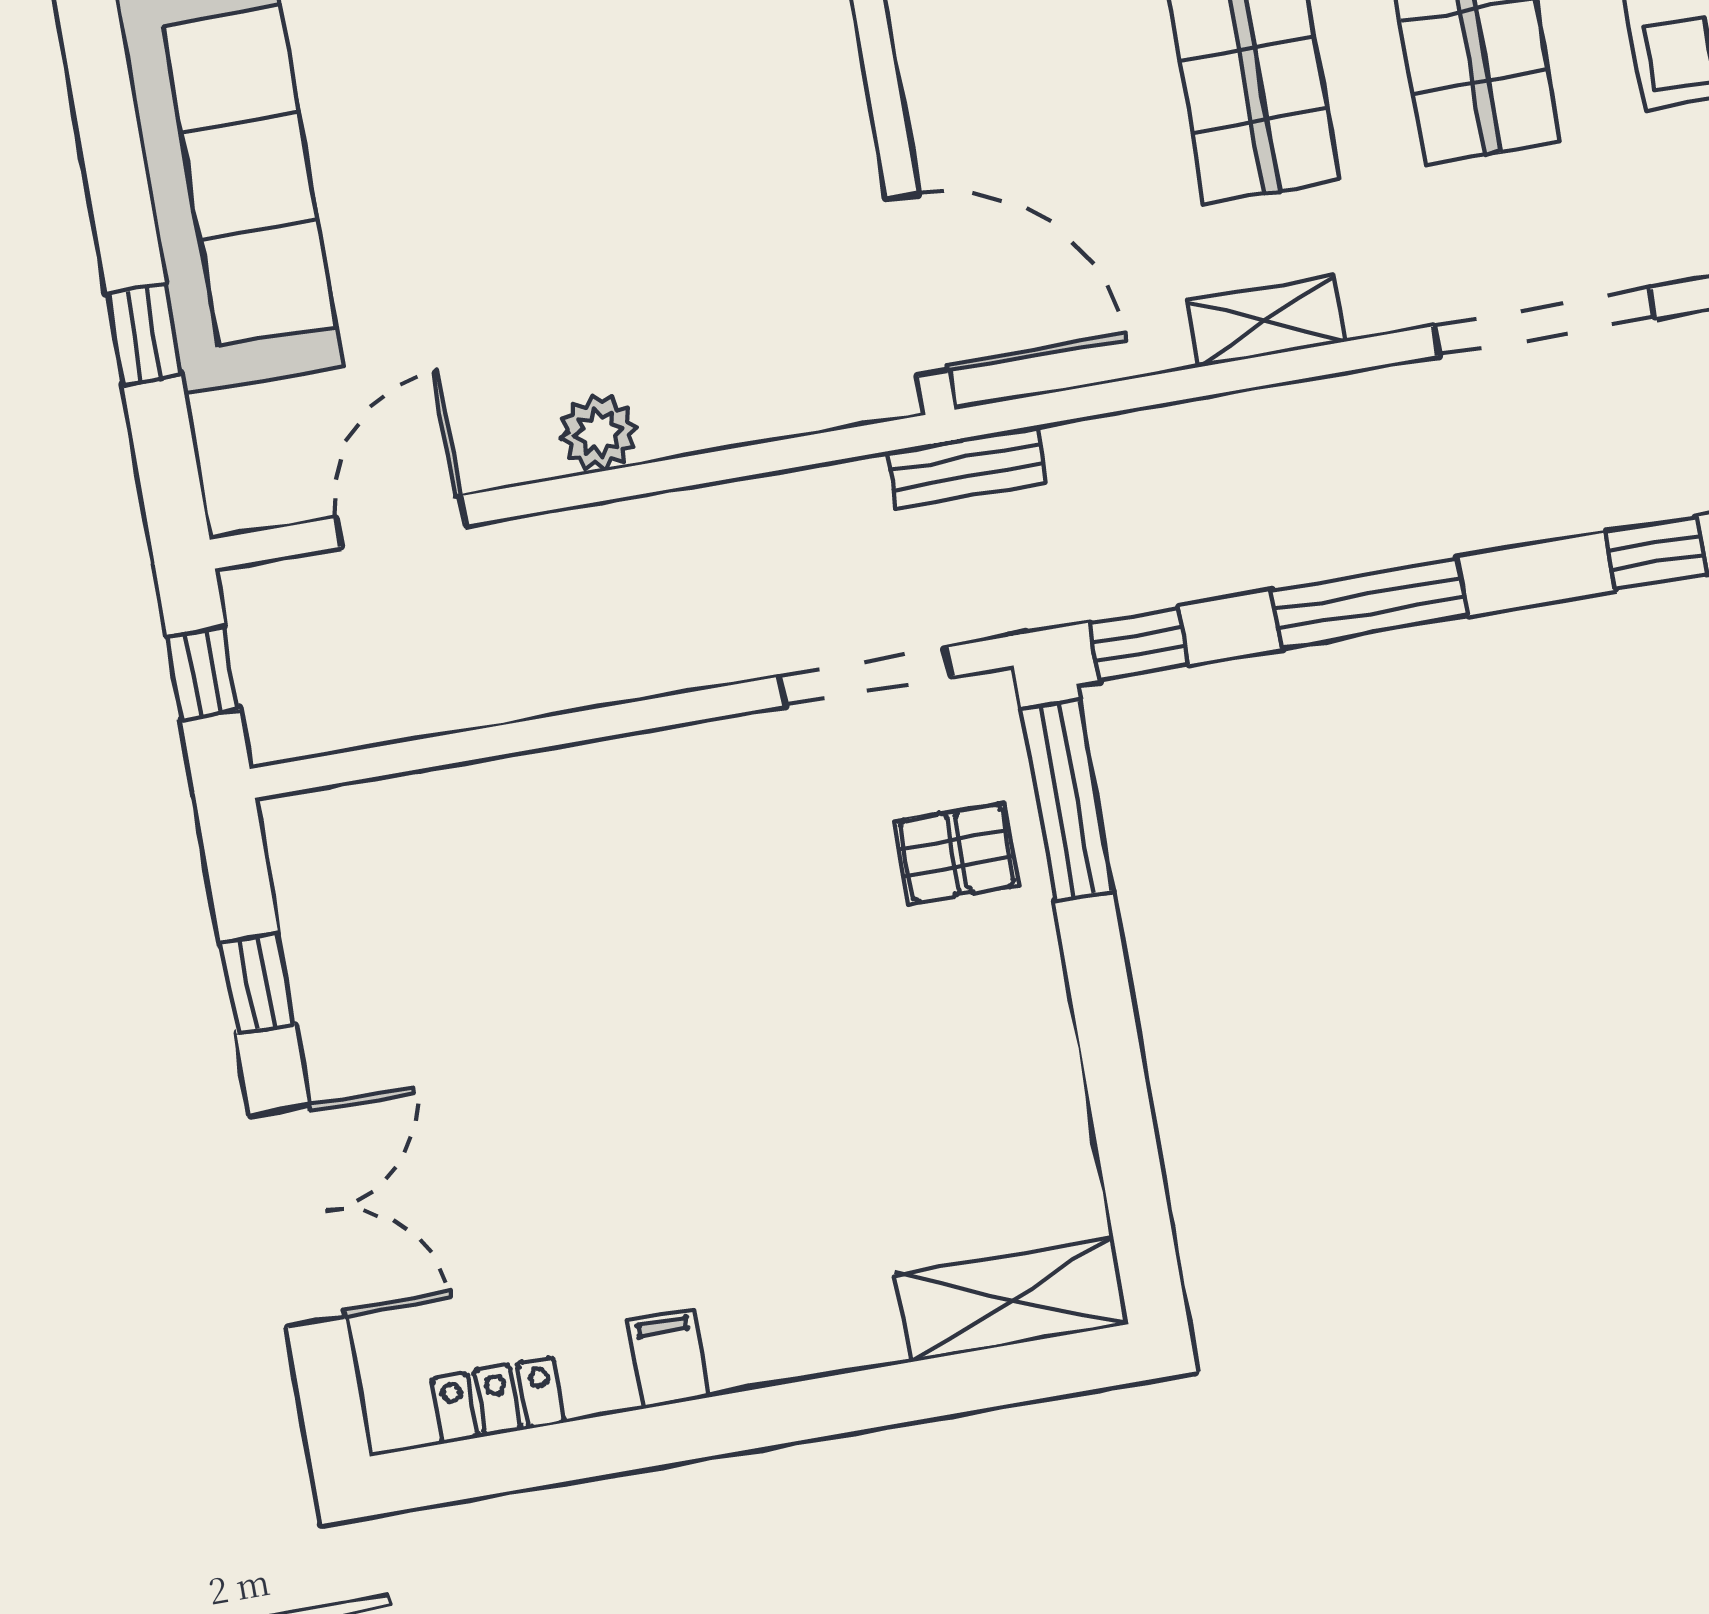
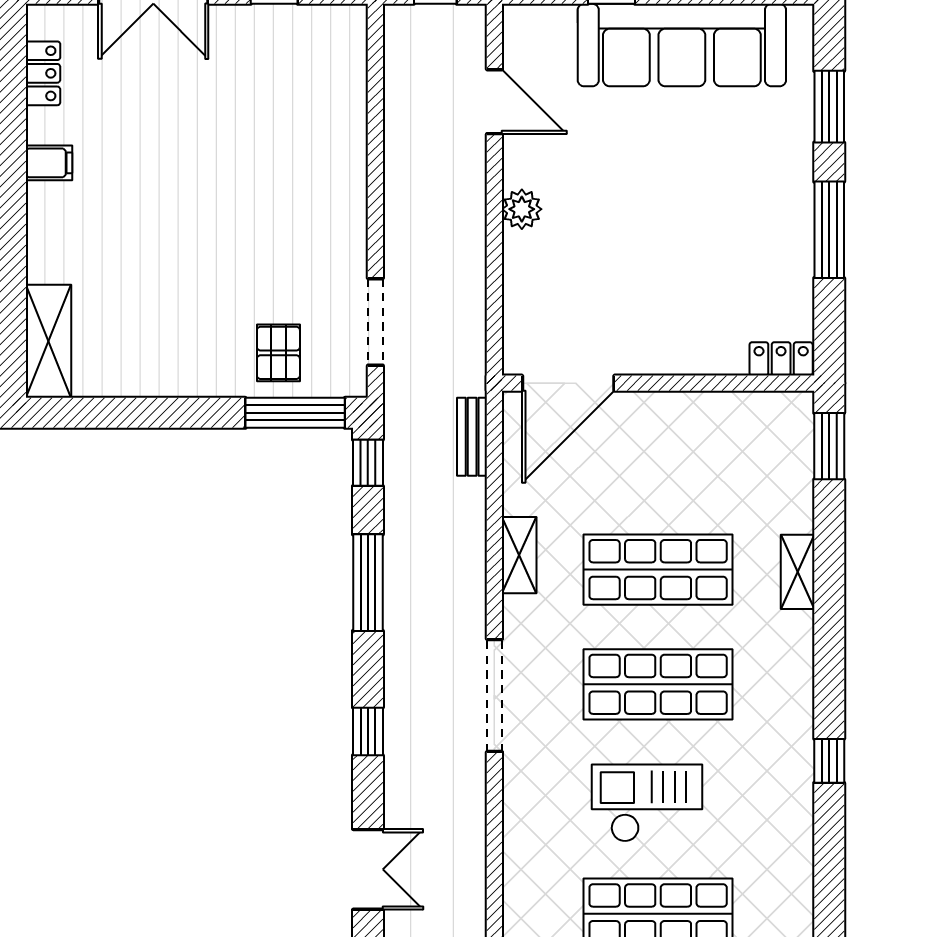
bench: (968, 467) -> (472, 437), moved

